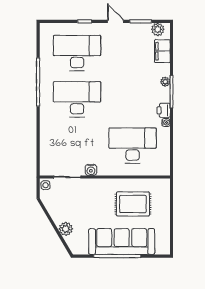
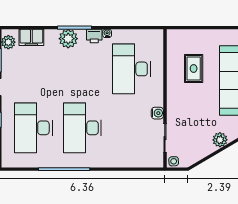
plant: (165, 82) -> (68, 39), width x1.88, depth x1.88
rug: (133, 204) -> (194, 69), width x0.73, depth x0.70

